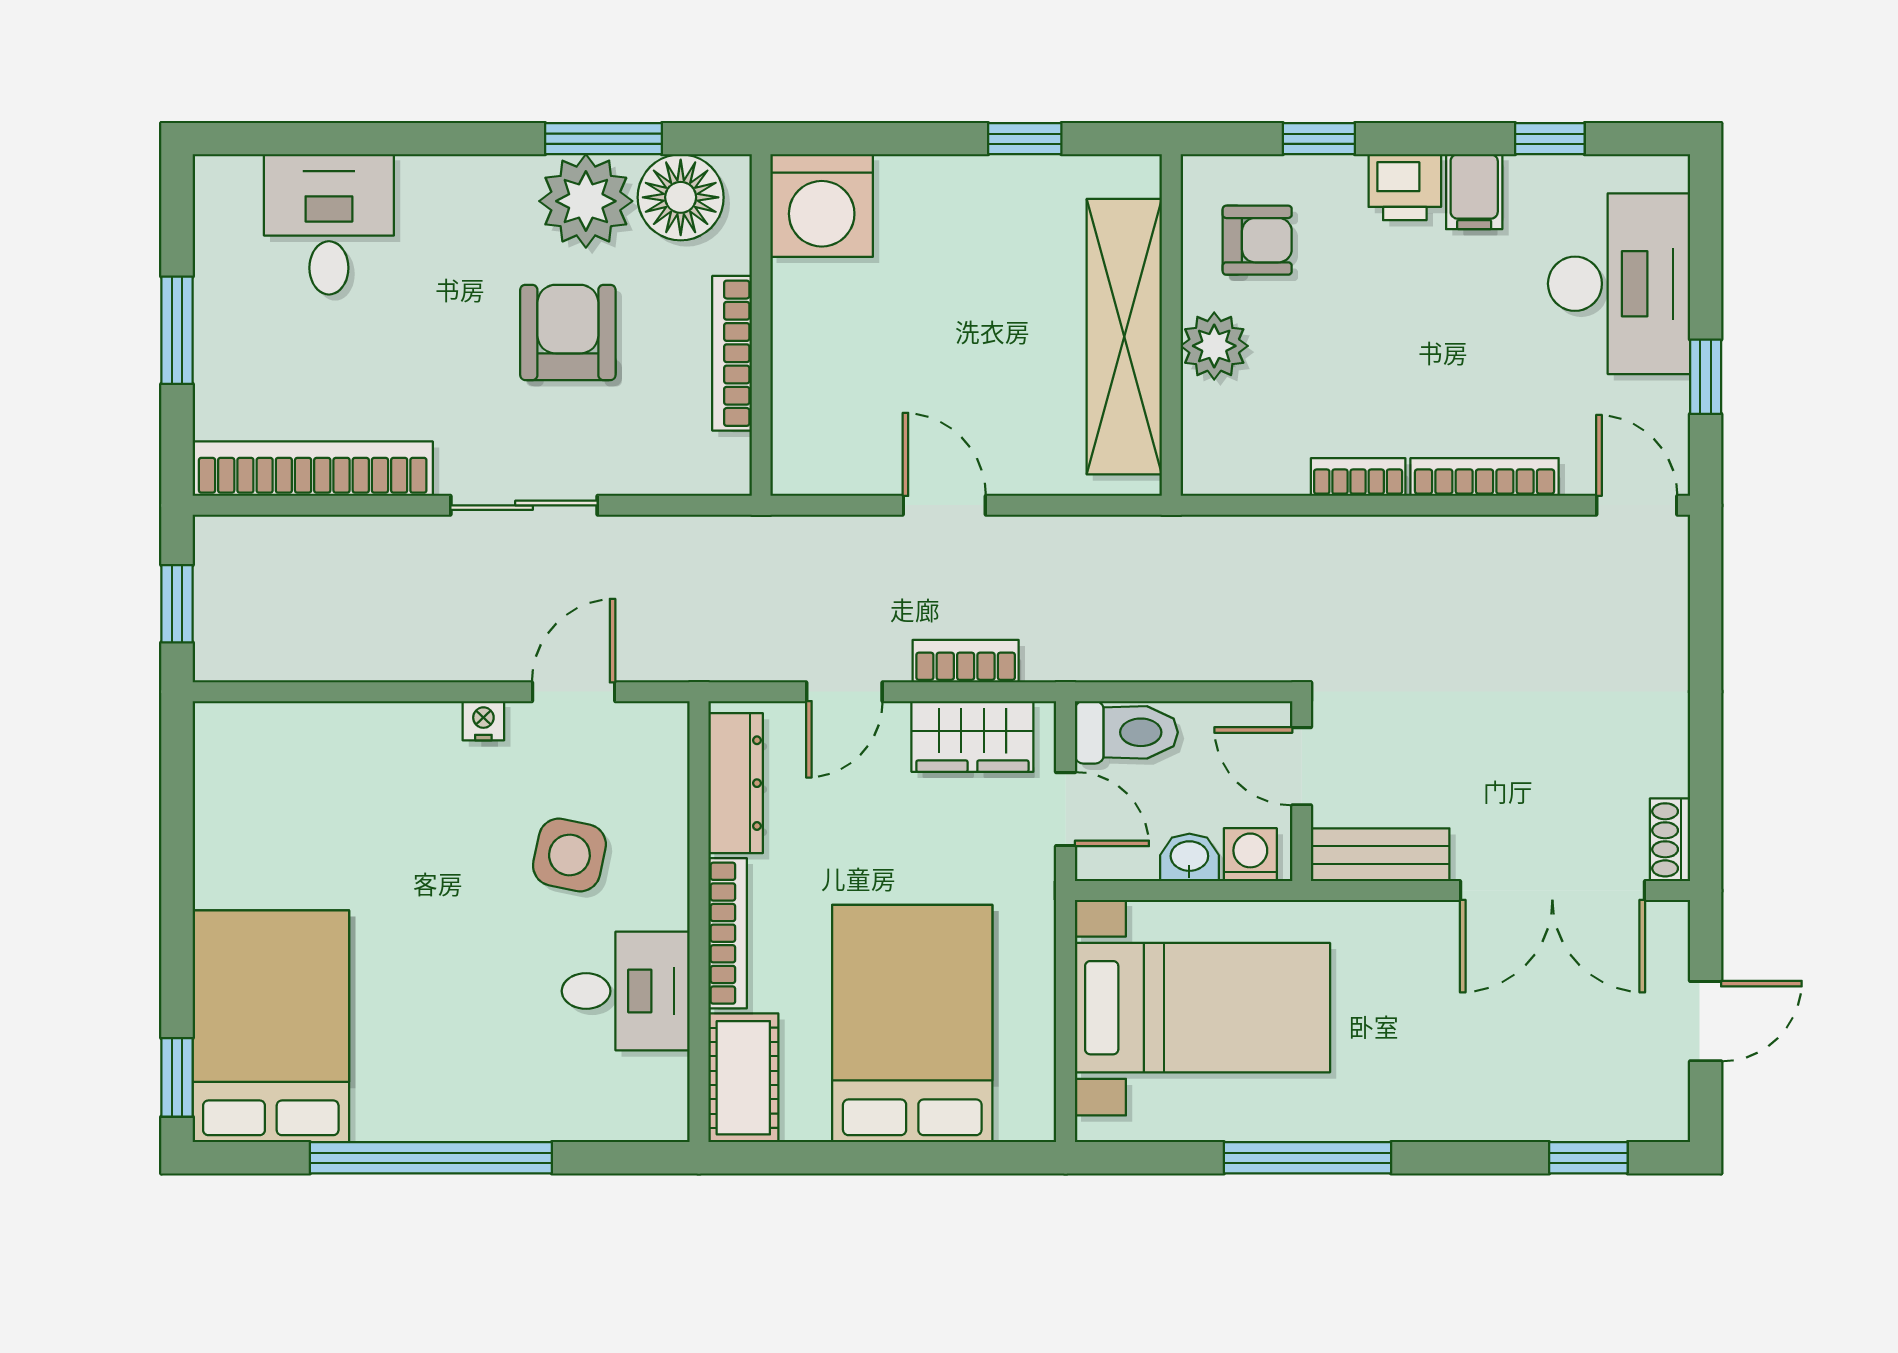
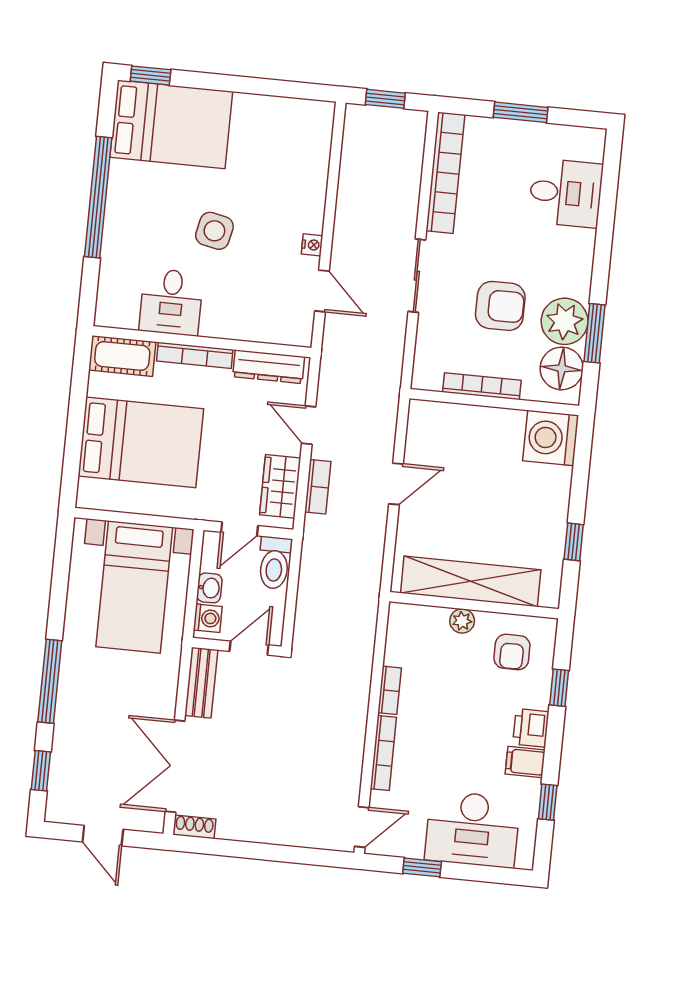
plant: (1214, 346) -> (462, 621), width x0.73, depth x0.73
side table: (569, 855) -> (214, 231), moved
window: (1307, 1158) -> (50, 681), moved

